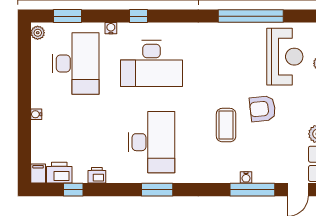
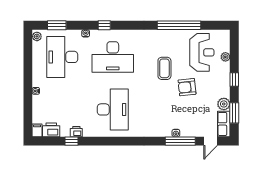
desk: (76, 63) -> (62, 57), turned 180
coffee table: (226, 125) -> (164, 68), moved
window: (73, 190) -> (72, 141), moved
window: (157, 190) -> (117, 141), removed

